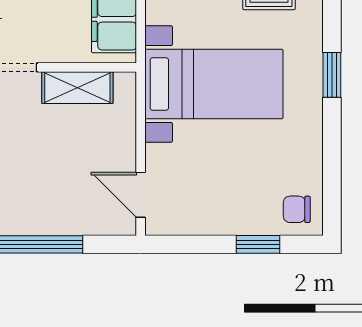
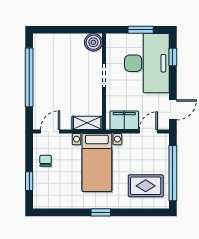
shelving: (77, 88) -> (87, 123), moved, turned 90
chair: (297, 209) -> (46, 161), moved

